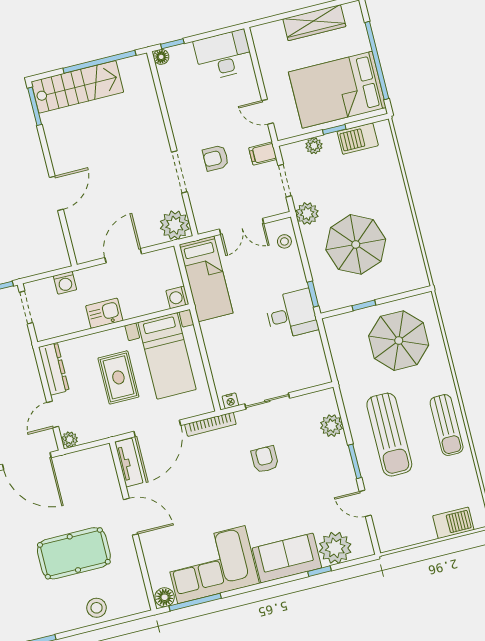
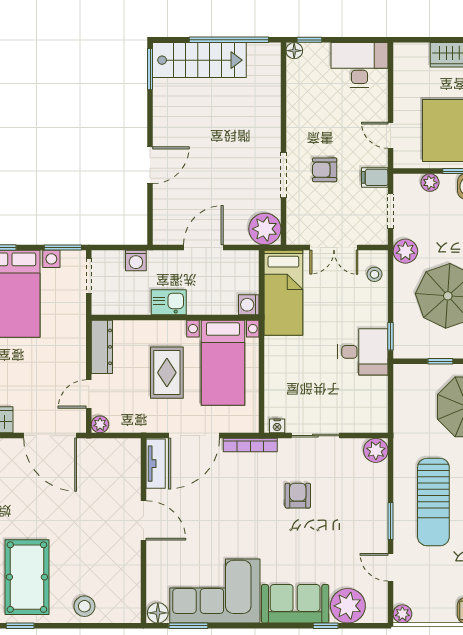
plant: (332, 426) -> (376, 450), moved
plant: (386, 543) -> (402, 614), added
pool table: (74, 553) -> (27, 577), moved, turned 90
window: (195, 602) -> (188, 626), width x0.69

